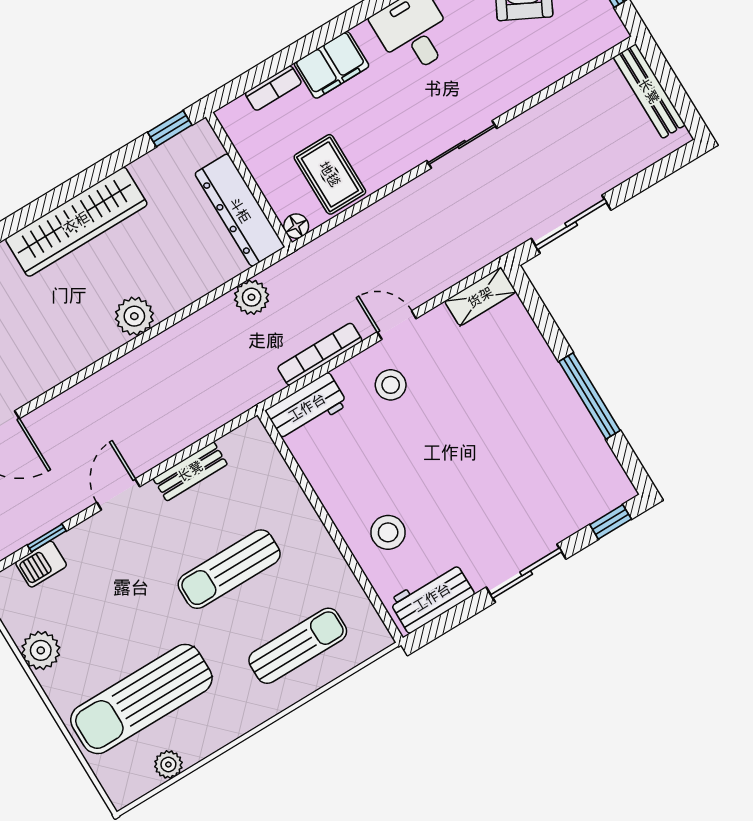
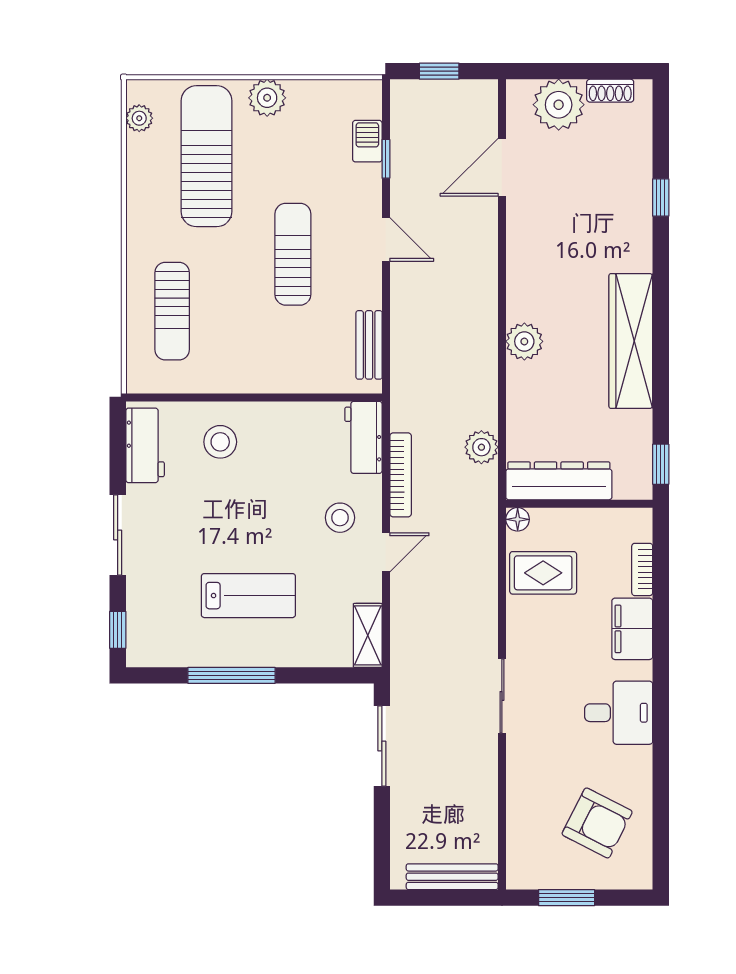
lab bench: (509, 424) -> (248, 596), added
bench: (190, 471) -> (369, 345), moved
sun lounger: (229, 569) -> (293, 254), moved
plant: (41, 650) -> (267, 98), moved
plant: (168, 765) -> (139, 118), moved

